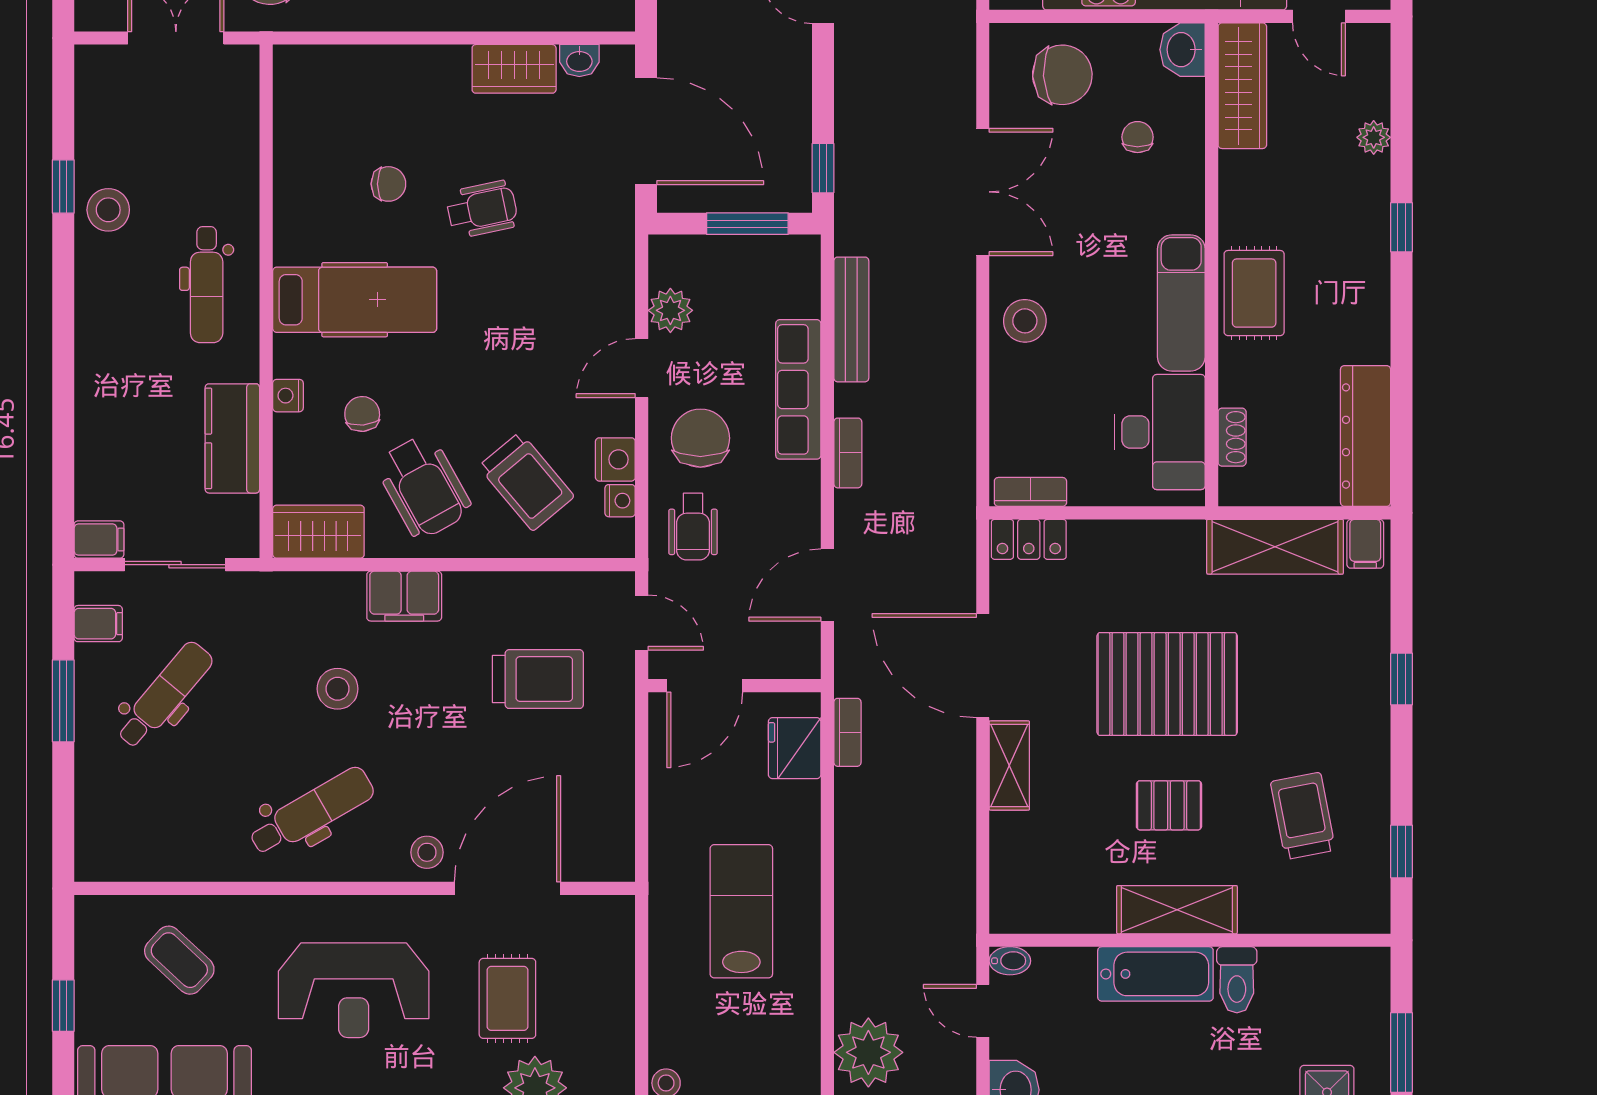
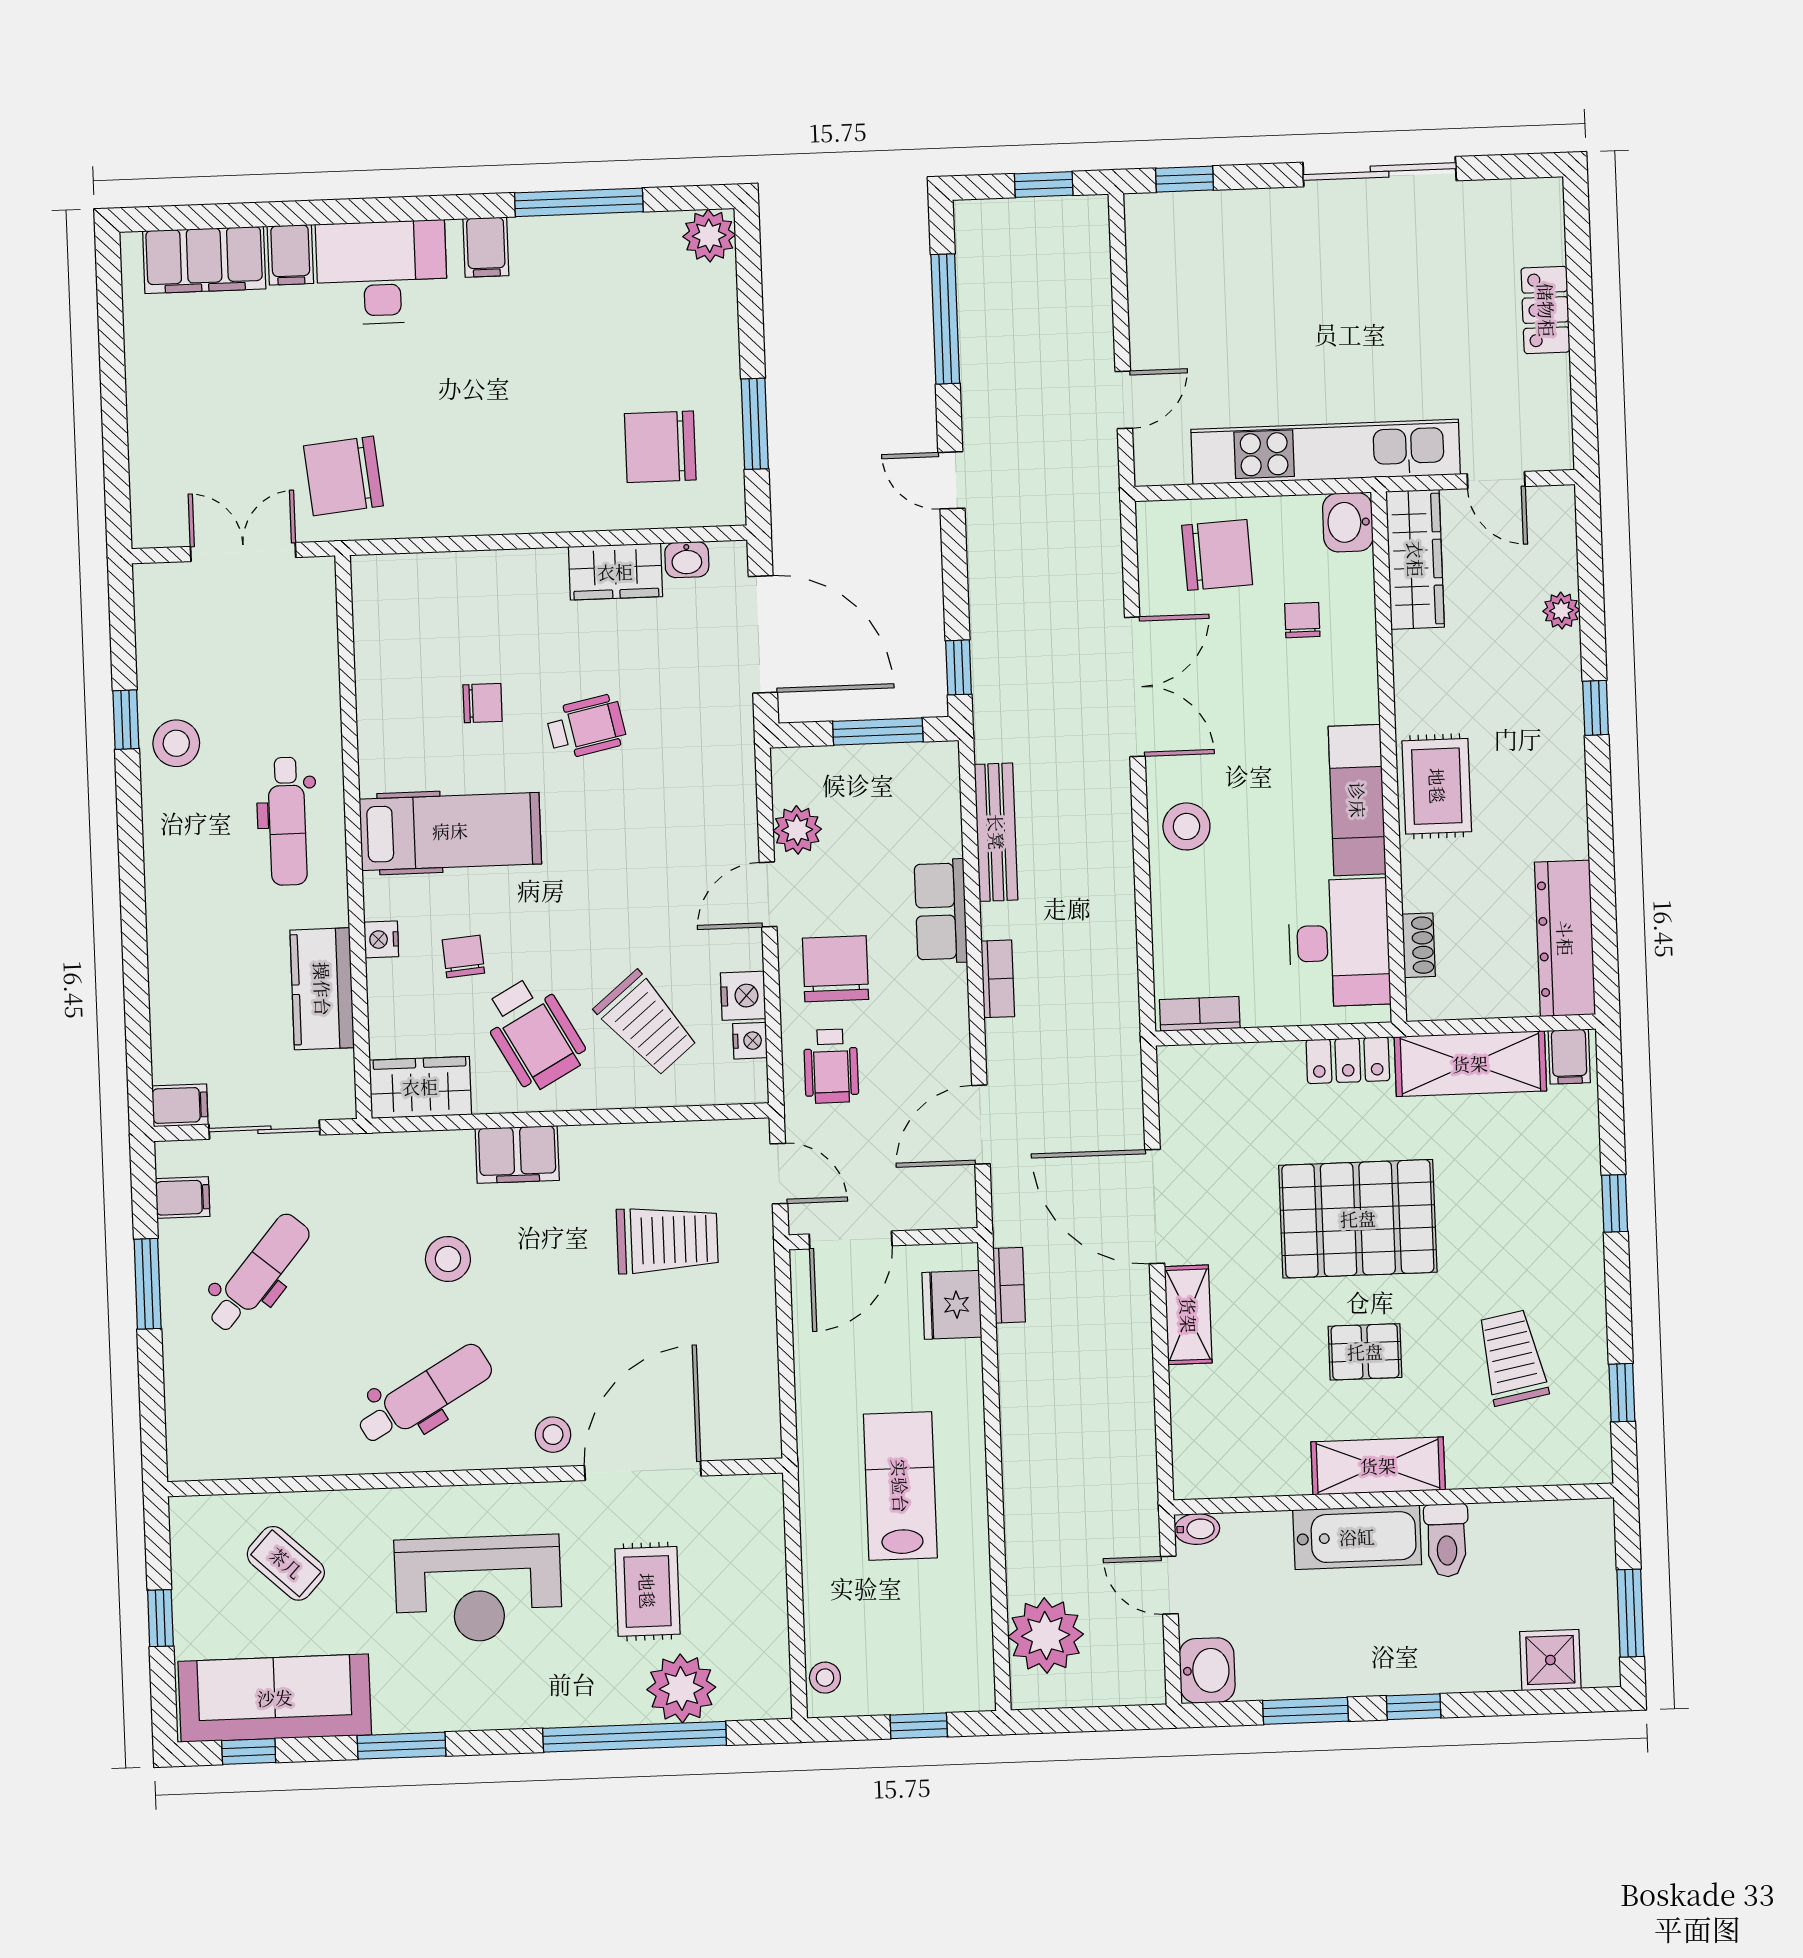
row of seats: (798, 389) -> (941, 911), width x0.68
locker: (1029, 539) -> (1348, 1060), moved

